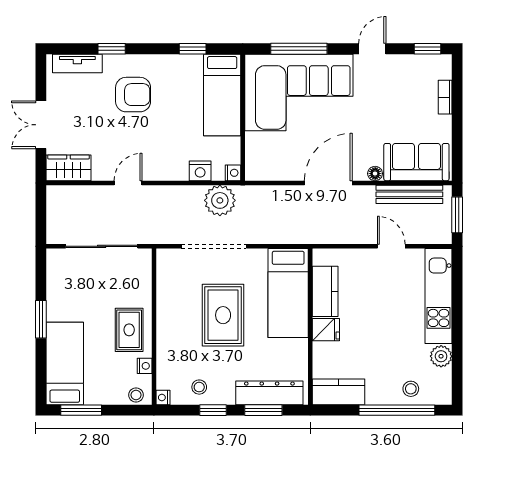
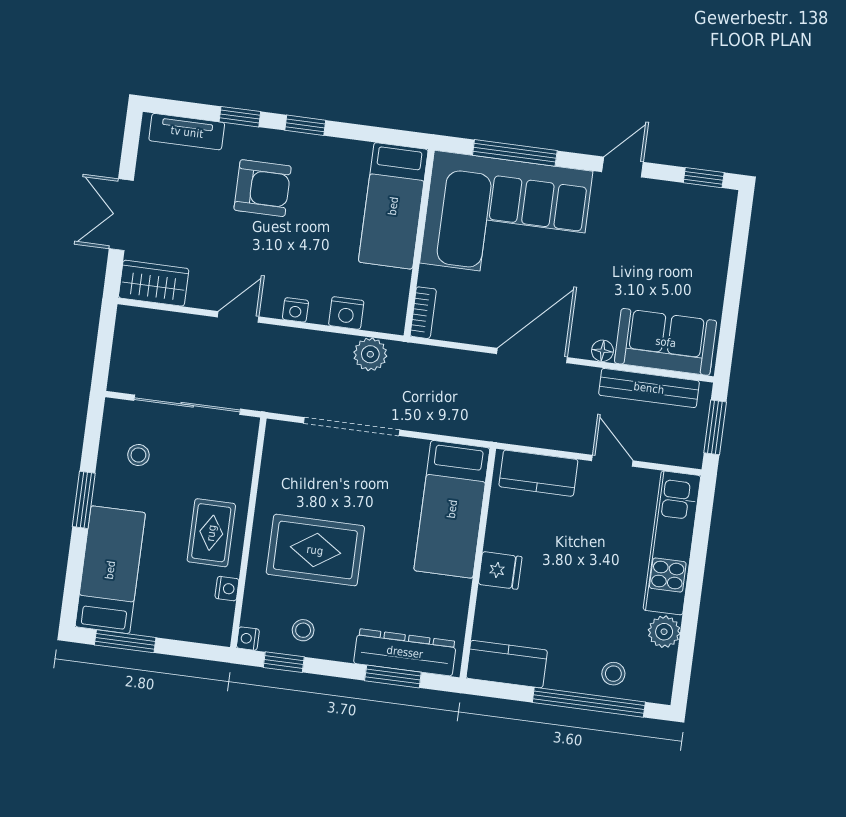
window: (193, 49) -> (305, 125), moved
bookcase: (445, 97) -> (423, 313), moved, turned 180
nightstand: (233, 173) -> (295, 310), moved, turned 90
plant: (220, 200) -> (370, 354), width x0.73, depth x0.73
kitchen counter: (325, 291) -> (538, 473), moved, turned 90
rug: (223, 315) -> (315, 550), moved, turned 90
stool: (136, 395) -> (138, 455), moved
window: (213, 410) -> (284, 662), moved

